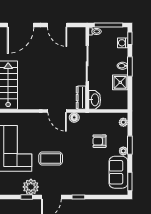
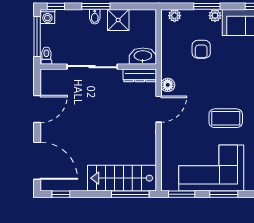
washing machine: (123, 43) -> (47, 17), moved
coffee table: (51, 158) -> (226, 118), turned 90

